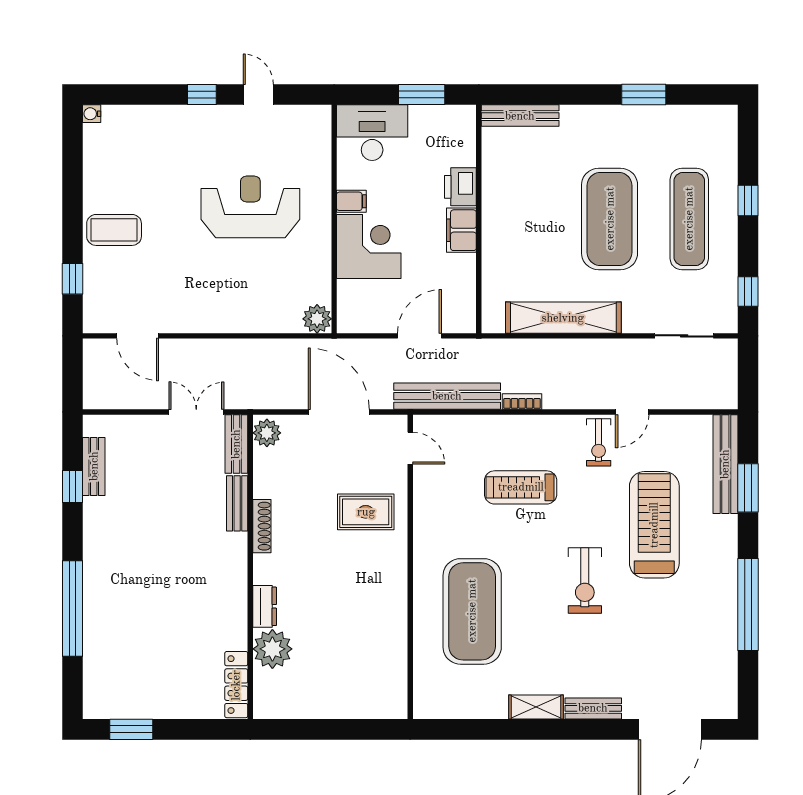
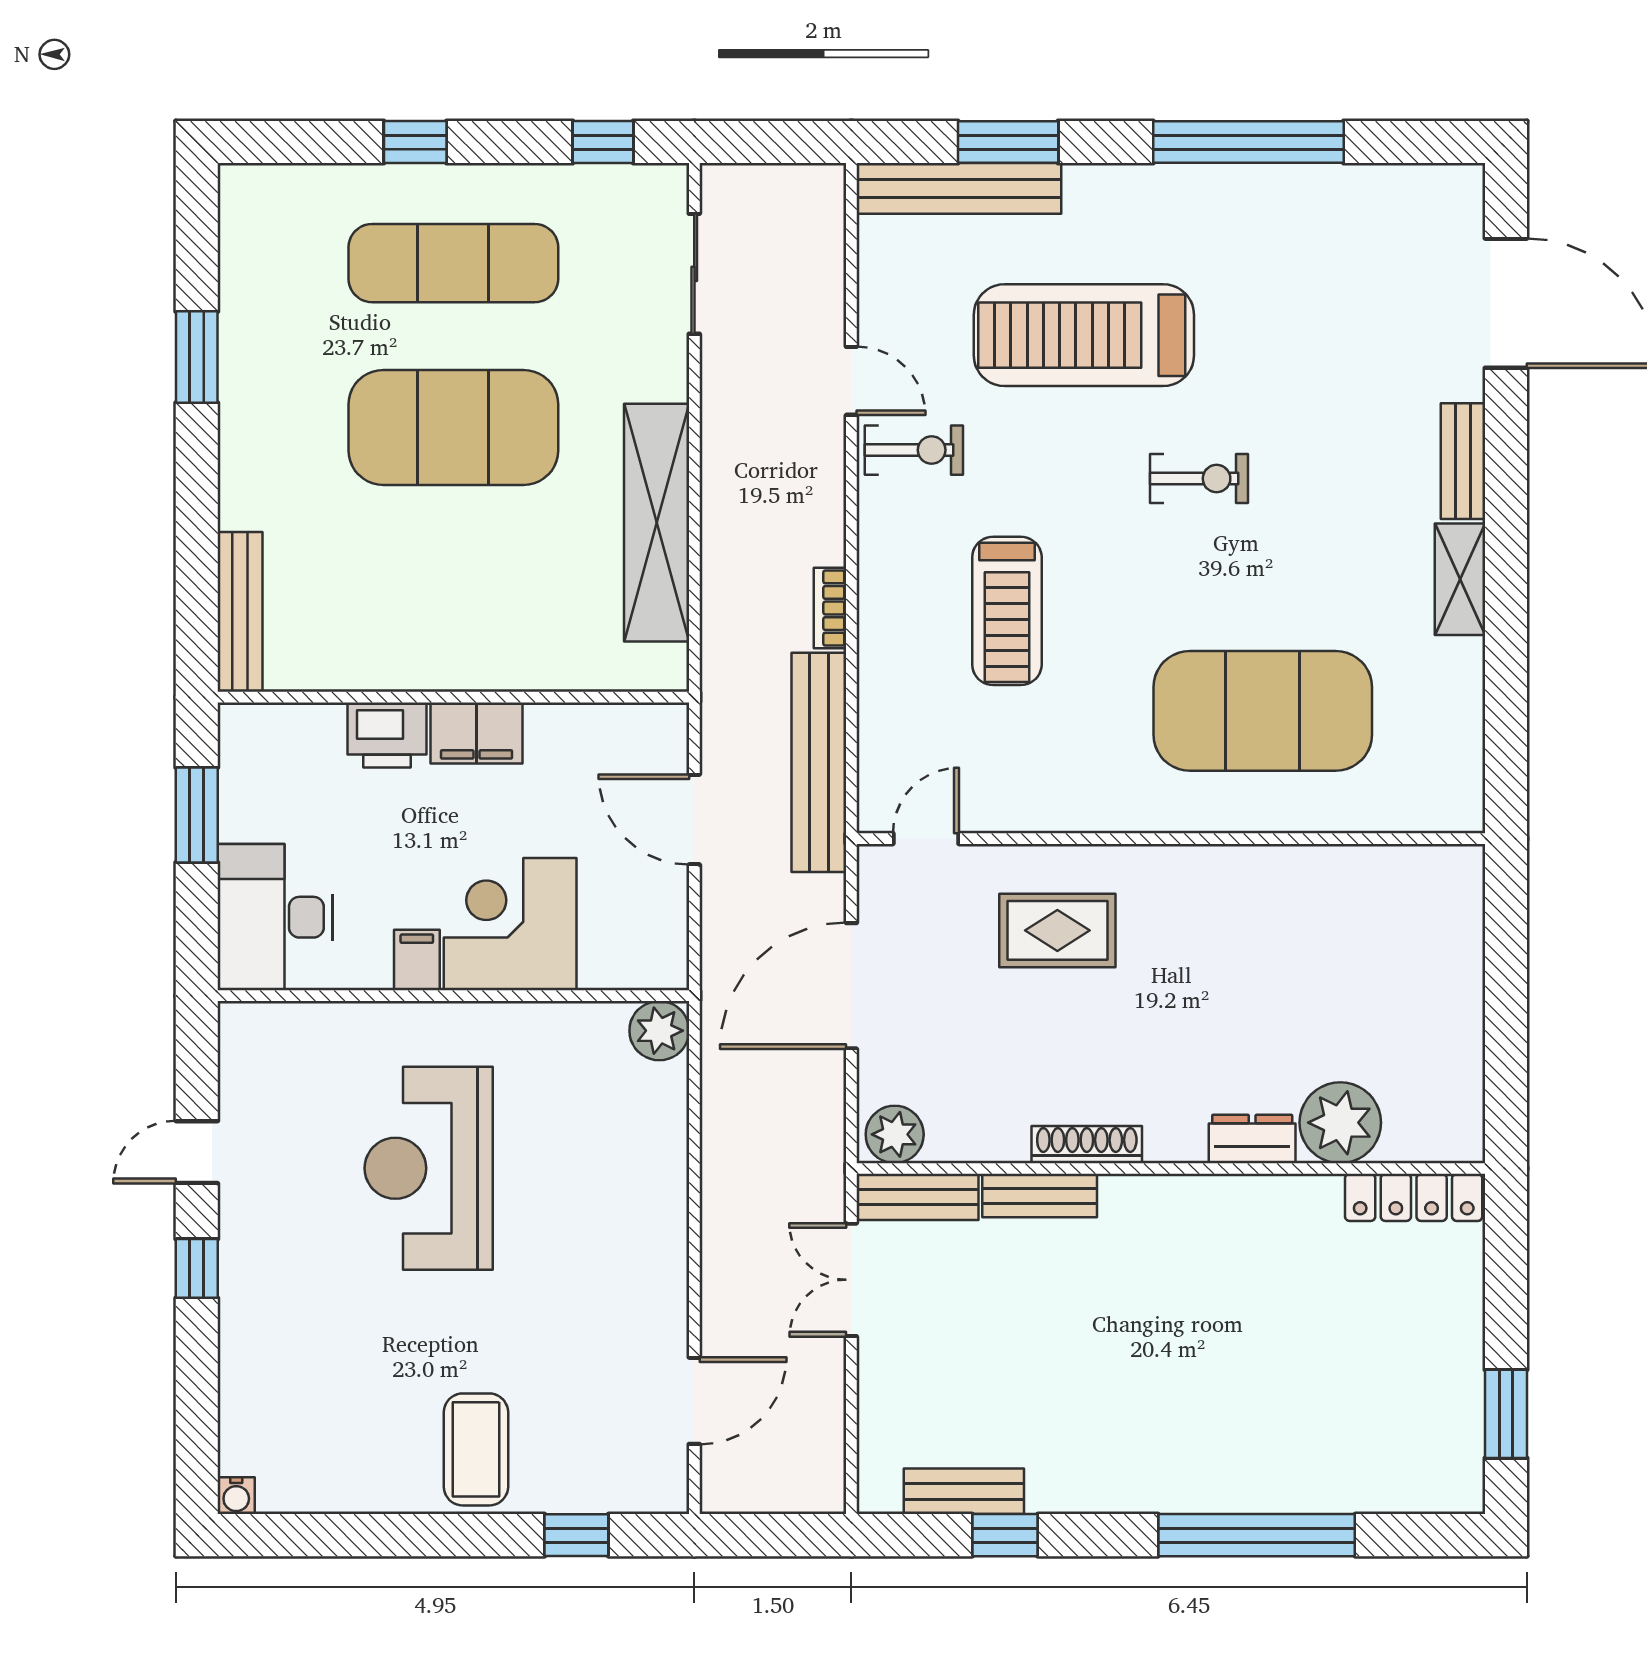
rug: (366, 512) -> (1057, 930), turned 90
exercise bike: (585, 580) -> (1199, 479), width x0.73, depth x0.72

